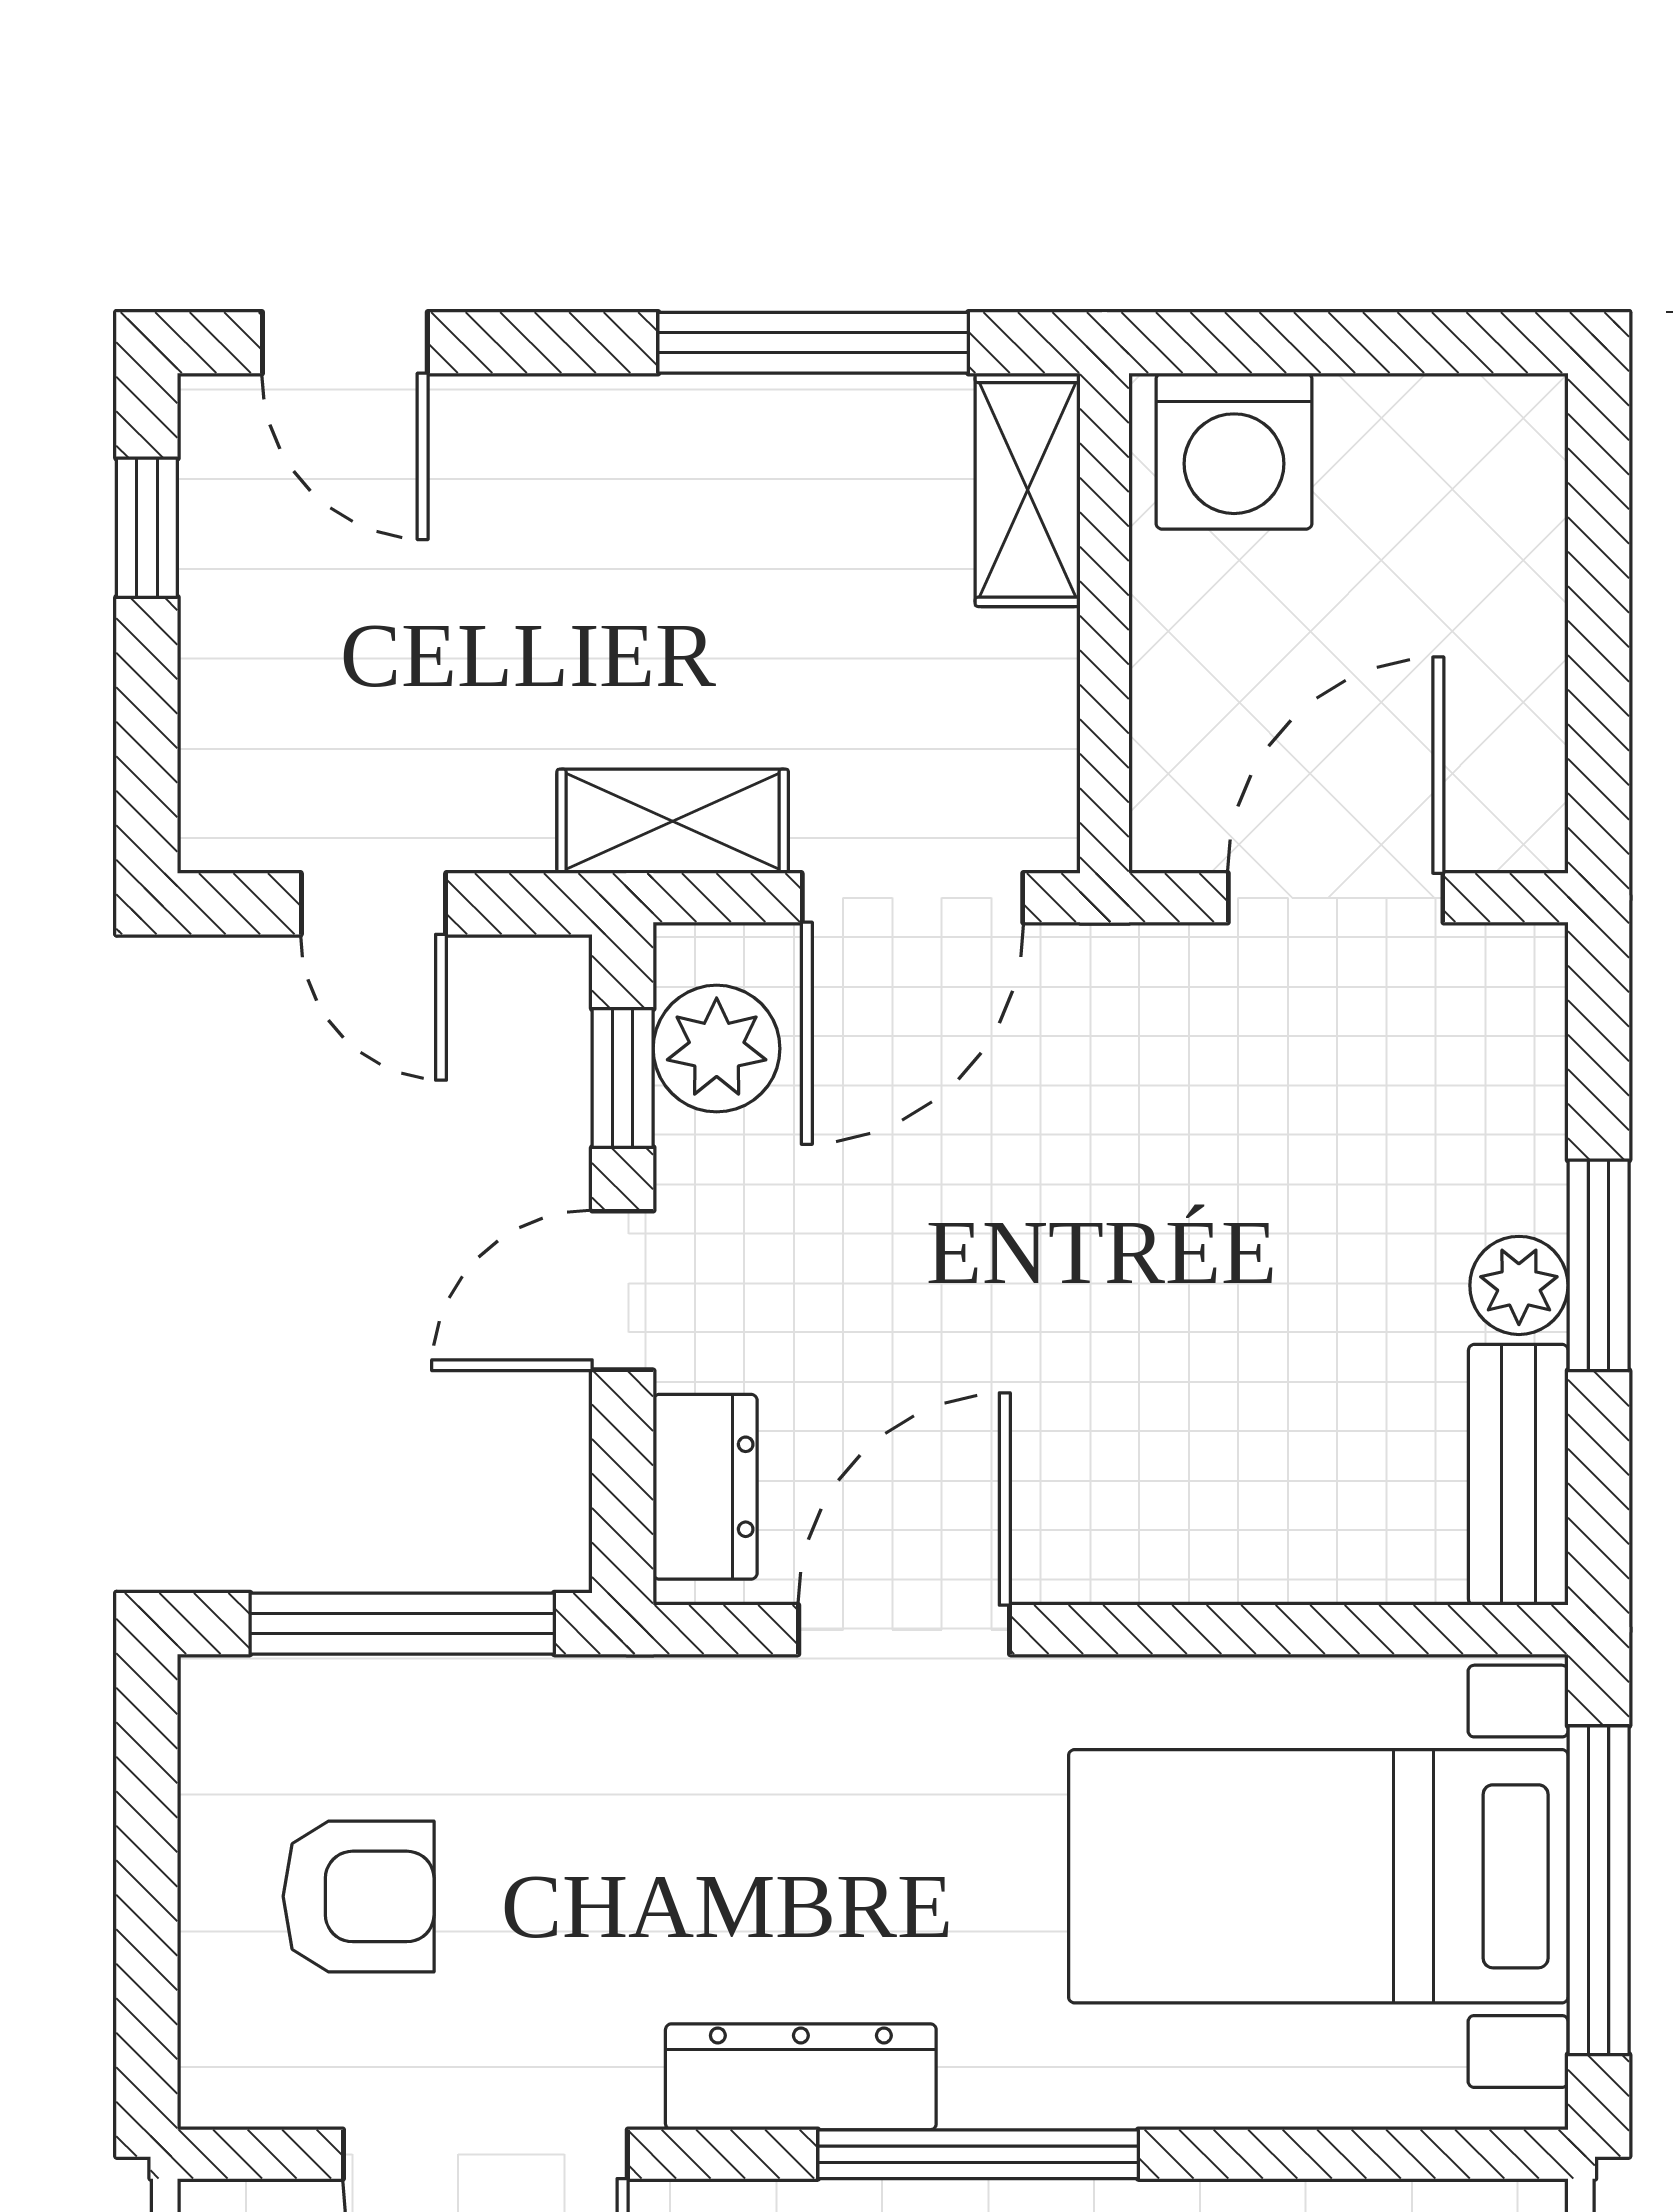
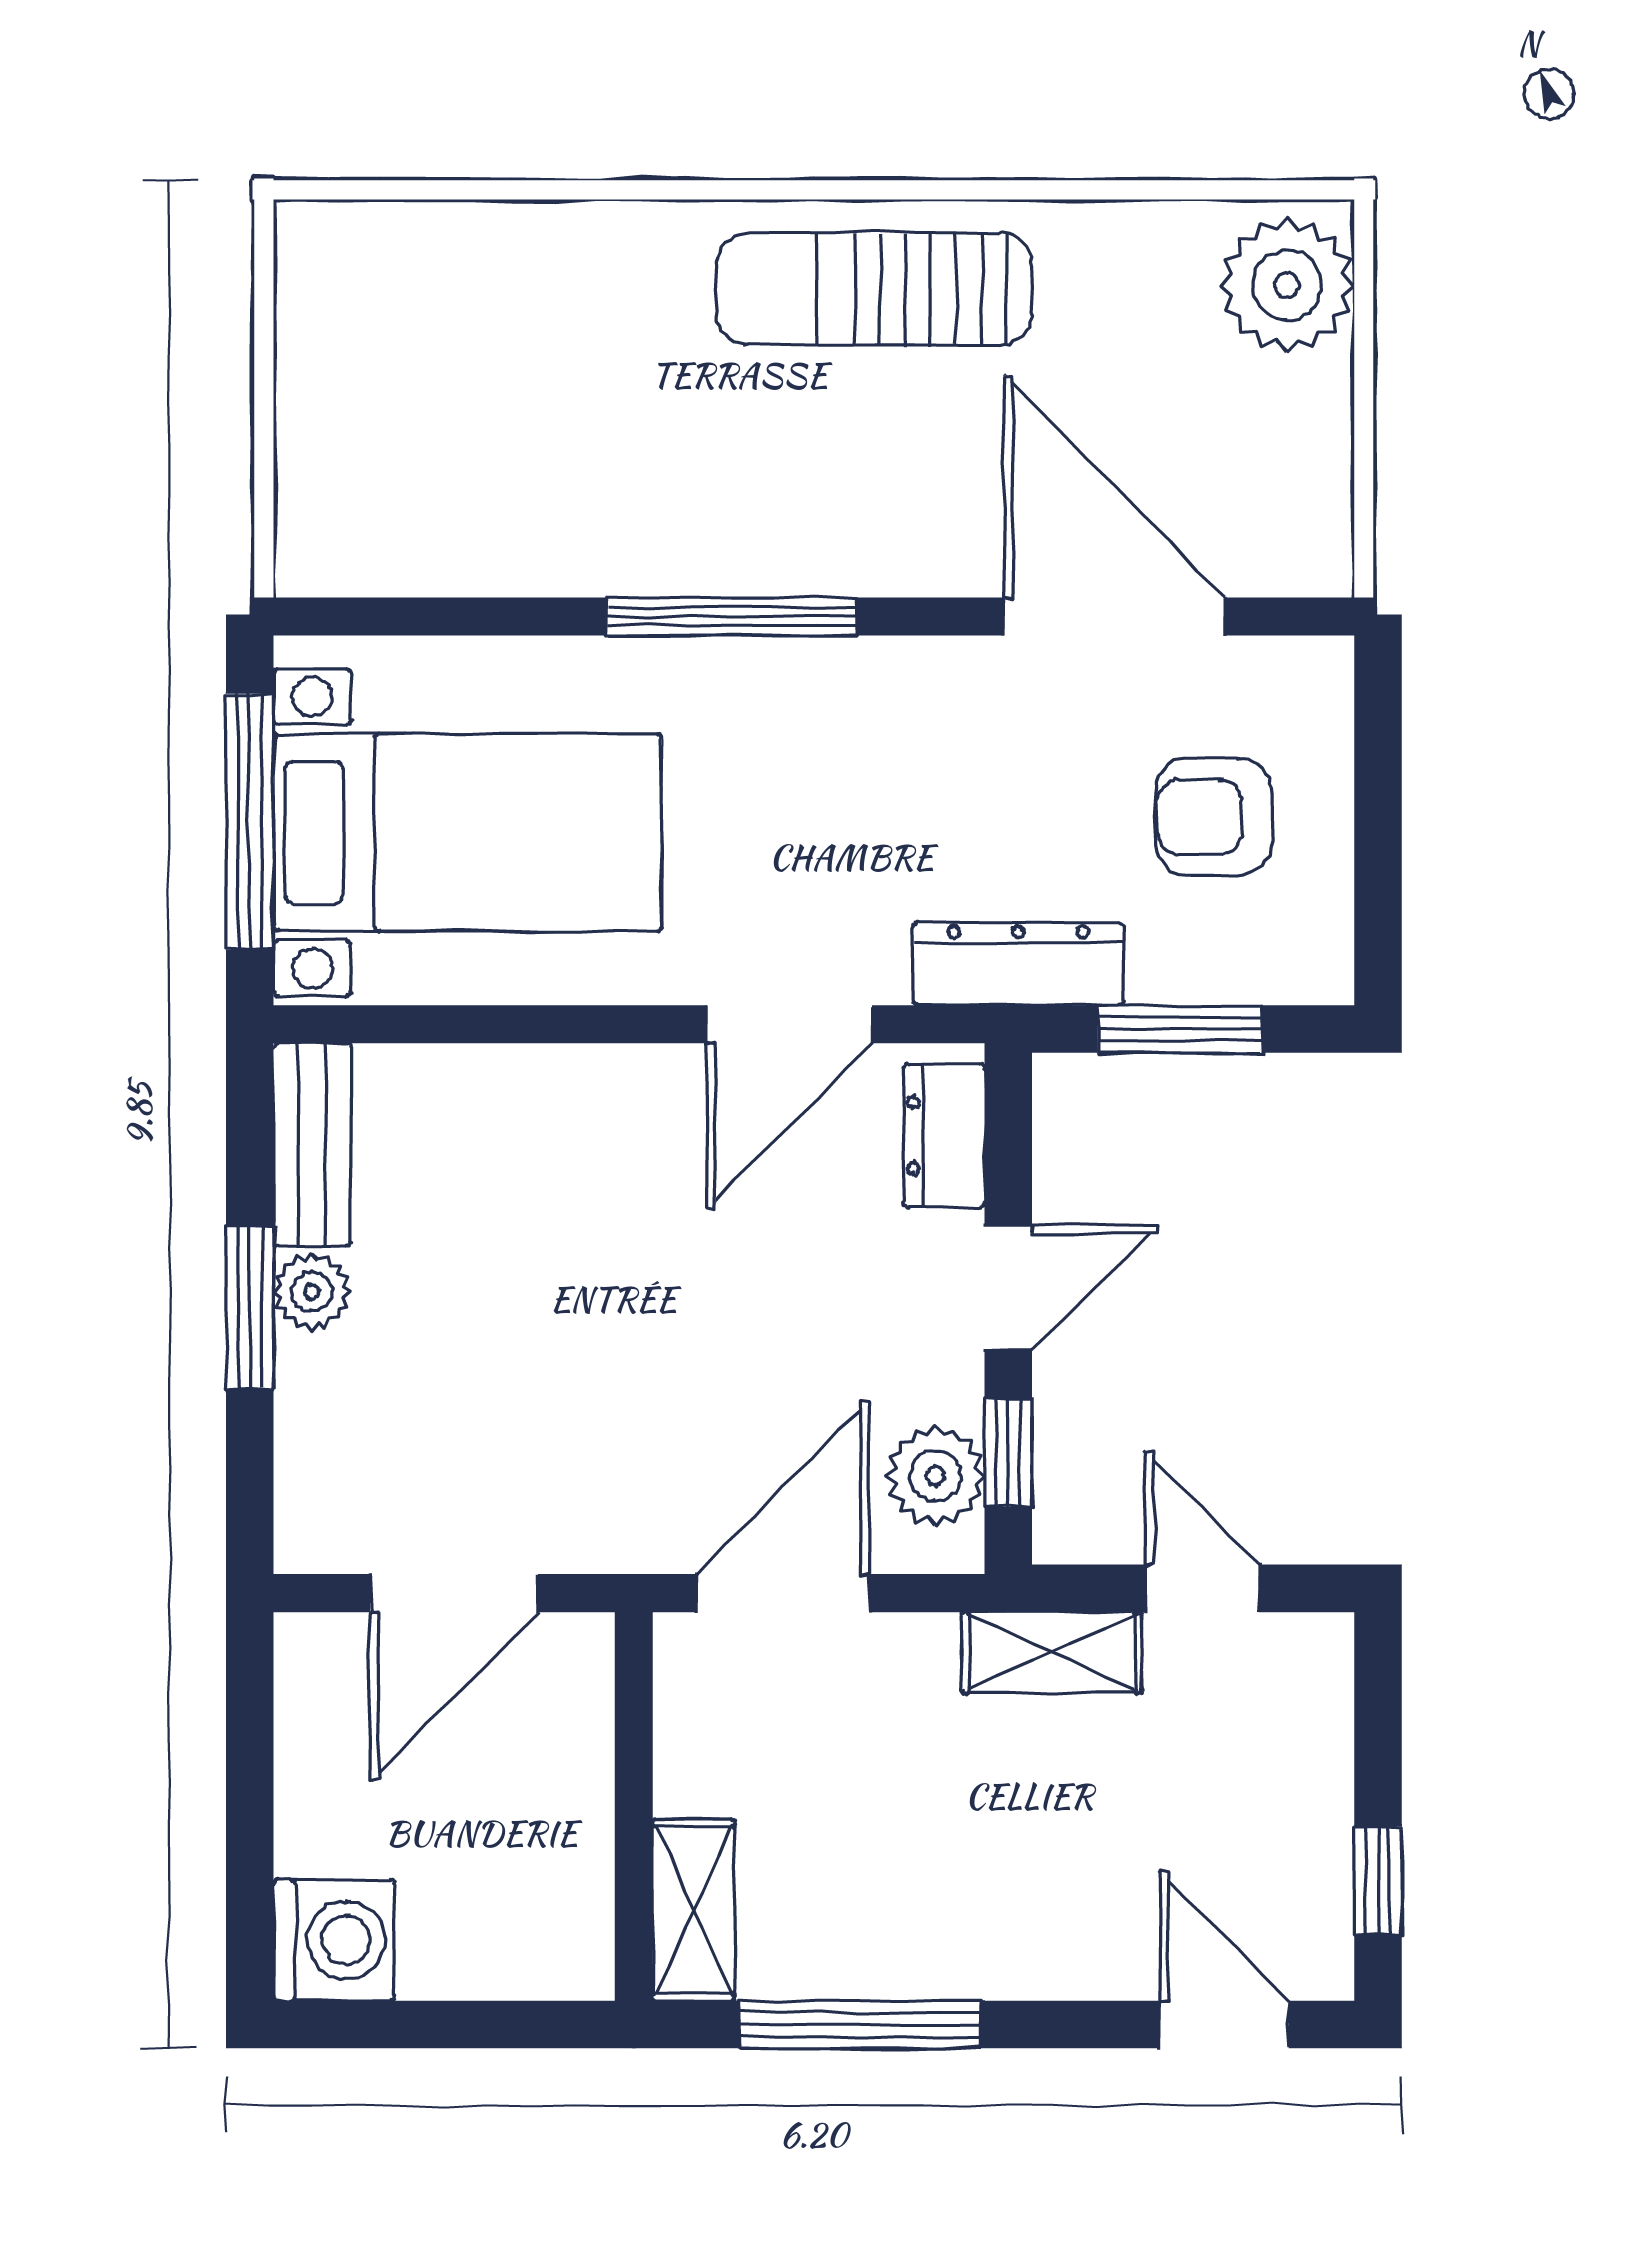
washing machine: (1234, 451) -> (334, 1940), moved, turned 90
shelving: (673, 821) -> (1052, 1653), moved
window: (402, 1624) -> (1180, 1029), width x0.69
dresser: (801, 2077) -> (1019, 964), moved, turned 180

